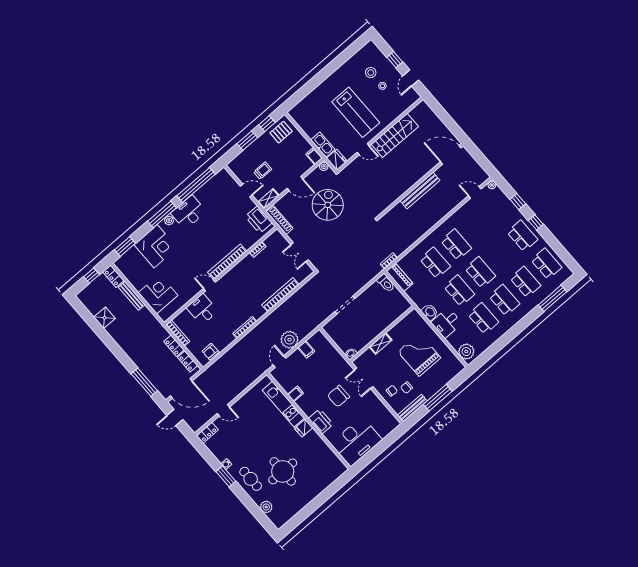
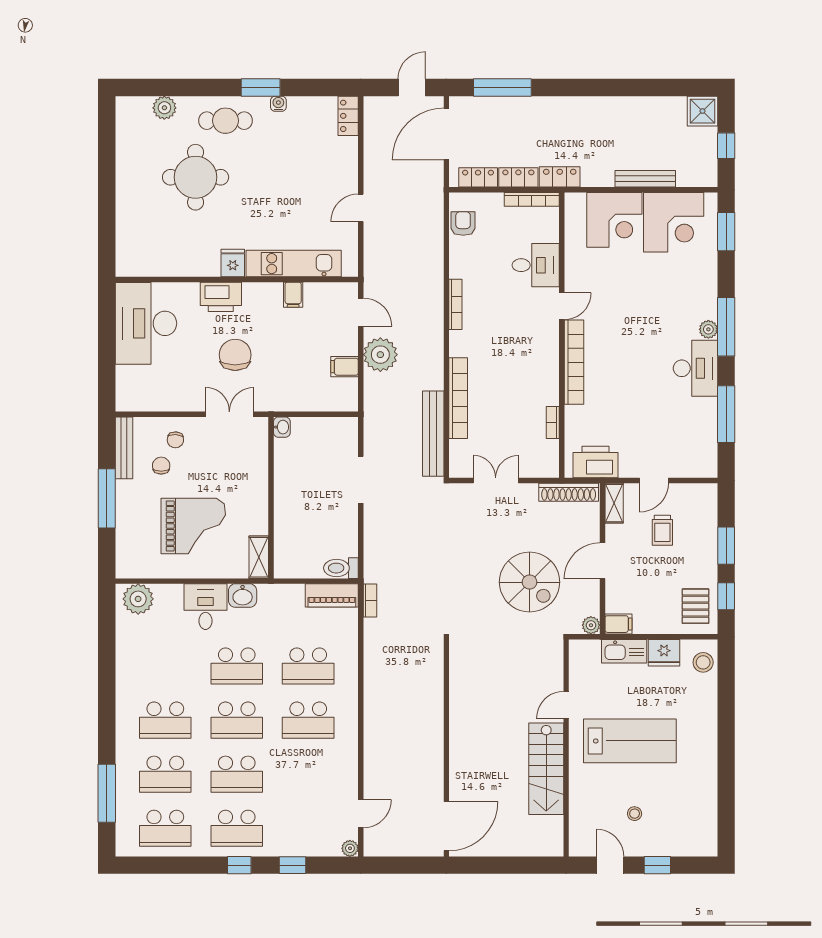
stool: (371, 73) -> (703, 662), moved
lab bench: (356, 112) -> (630, 741), turned 180
fridge: (337, 160) -> (664, 653), moved
window: (196, 185) -> (726, 414), width x0.68
bench: (420, 191) -> (433, 434), moved
corner desk: (156, 246) -> (674, 222), moved, turned -90
locker: (113, 276) -> (560, 177), moved
shower: (104, 318) -> (702, 111), moved
school desk: (483, 318) -> (237, 774), moved
shelving: (381, 344) -> (259, 557), moved
door: (223, 410) -> (361, 208), moved

